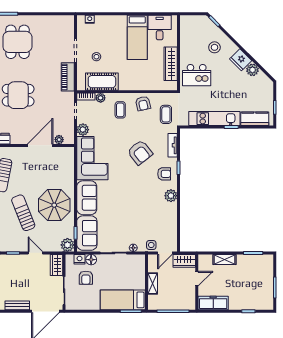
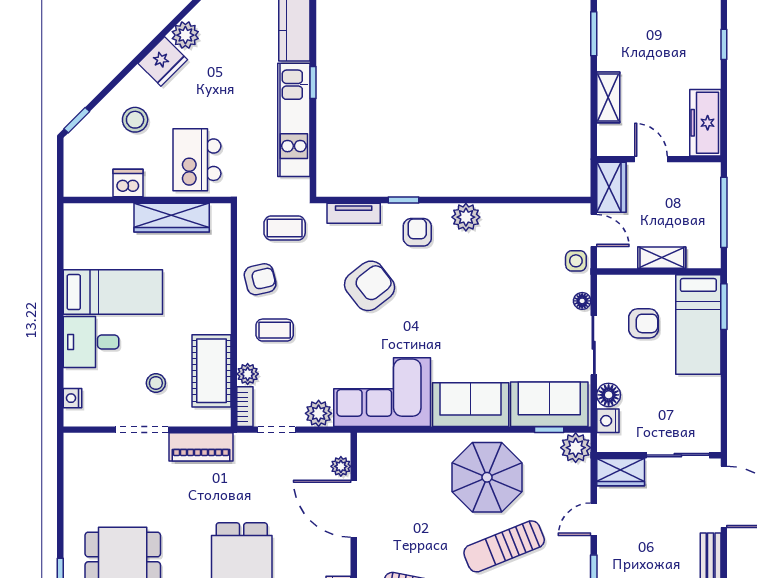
desk: (160, 28) -> (91, 342), moved
dishwasher: (186, 44) -> (128, 183), added
kitchen island: (197, 75) -> (197, 160), turned 180
armchair: (86, 278) -> (644, 323), moved

